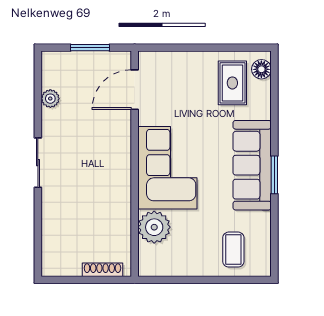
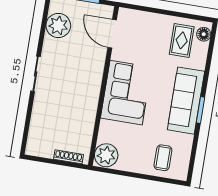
door: (135, 90) -> (112, 34), hinge flipped
plant: (50, 99) -> (58, 25), width x1.87, depth x1.87
plant: (154, 227) -> (106, 155), moved

